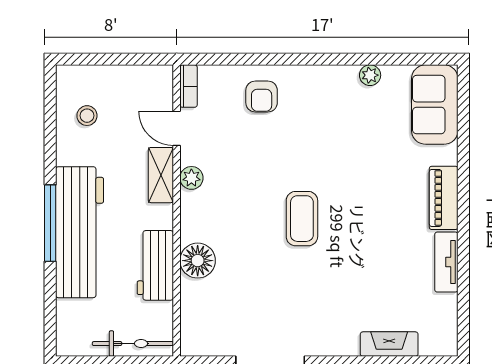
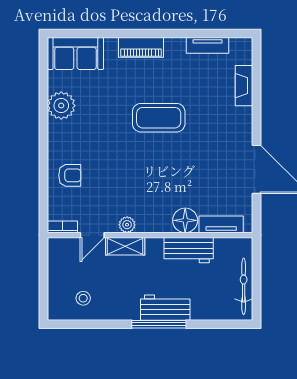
plant: (370, 75) -> (61, 106), width x1.88, depth x1.88
coffee table: (302, 219) -> (159, 118), moved, width x1.36, depth x1.32
workbench: (80, 232) -> (165, 308), width x0.53, depth x0.76
tv unit: (446, 262) -> (208, 45), moved
tv unit: (192, 312) -> (221, 224), added
bicycle: (133, 344) -> (244, 286), moved

